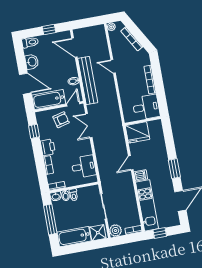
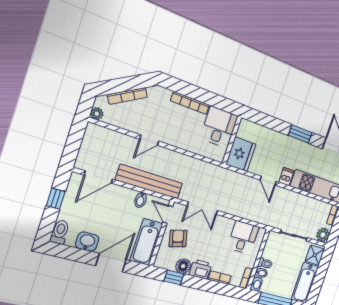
floor lamp: (44, 134) -> (183, 266), added

